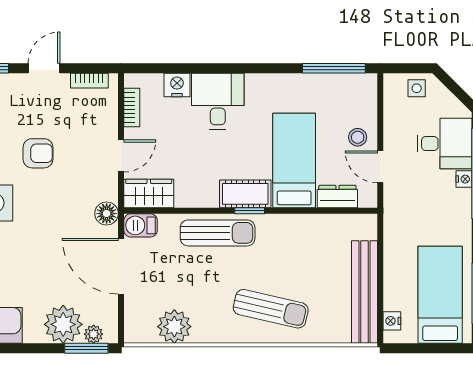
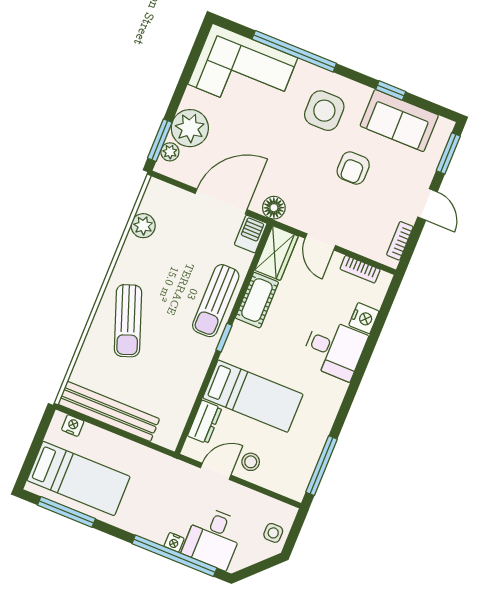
cot: (245, 194) -> (257, 300), moved
sun lounger: (271, 309) -> (128, 321), turned -33
plant: (174, 327) -> (143, 226), width x0.73, depth x0.73

